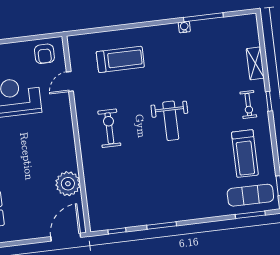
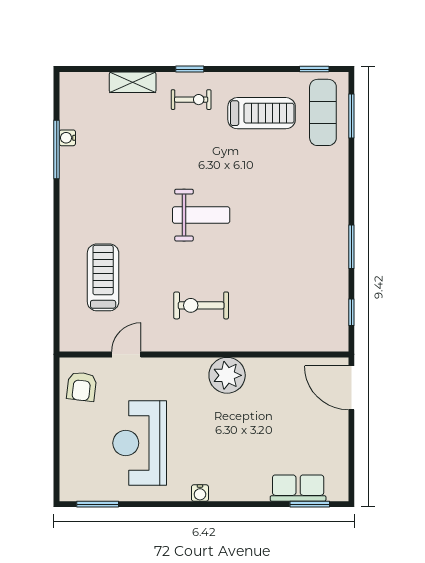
water cooler: (184, 27) -> (67, 138), moved
armchair: (44, 54) -> (82, 387), turned 97
door: (70, 81) -> (126, 354), swing flipped
plant: (68, 184) -> (227, 375), moved

